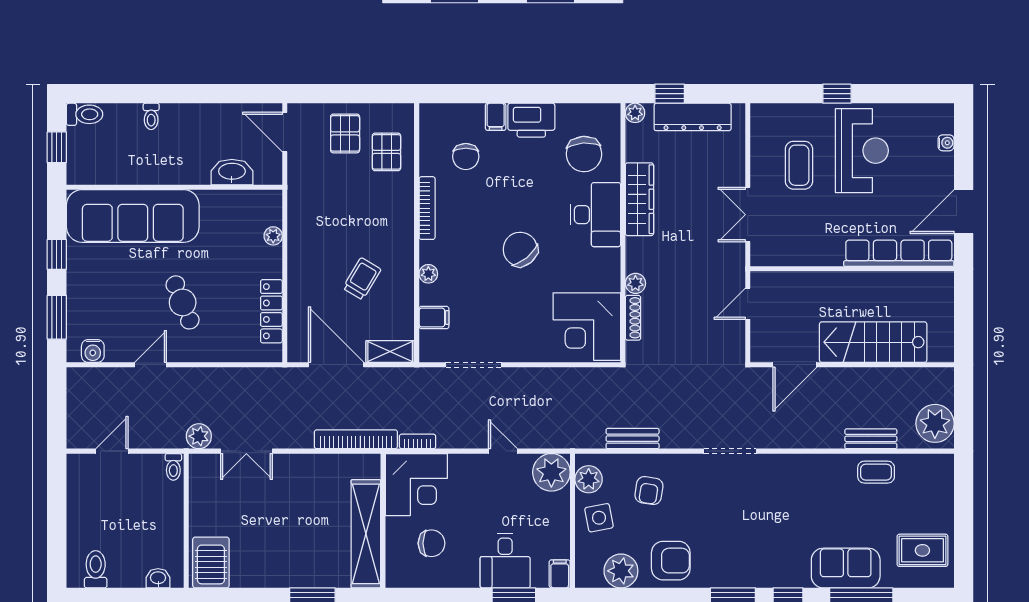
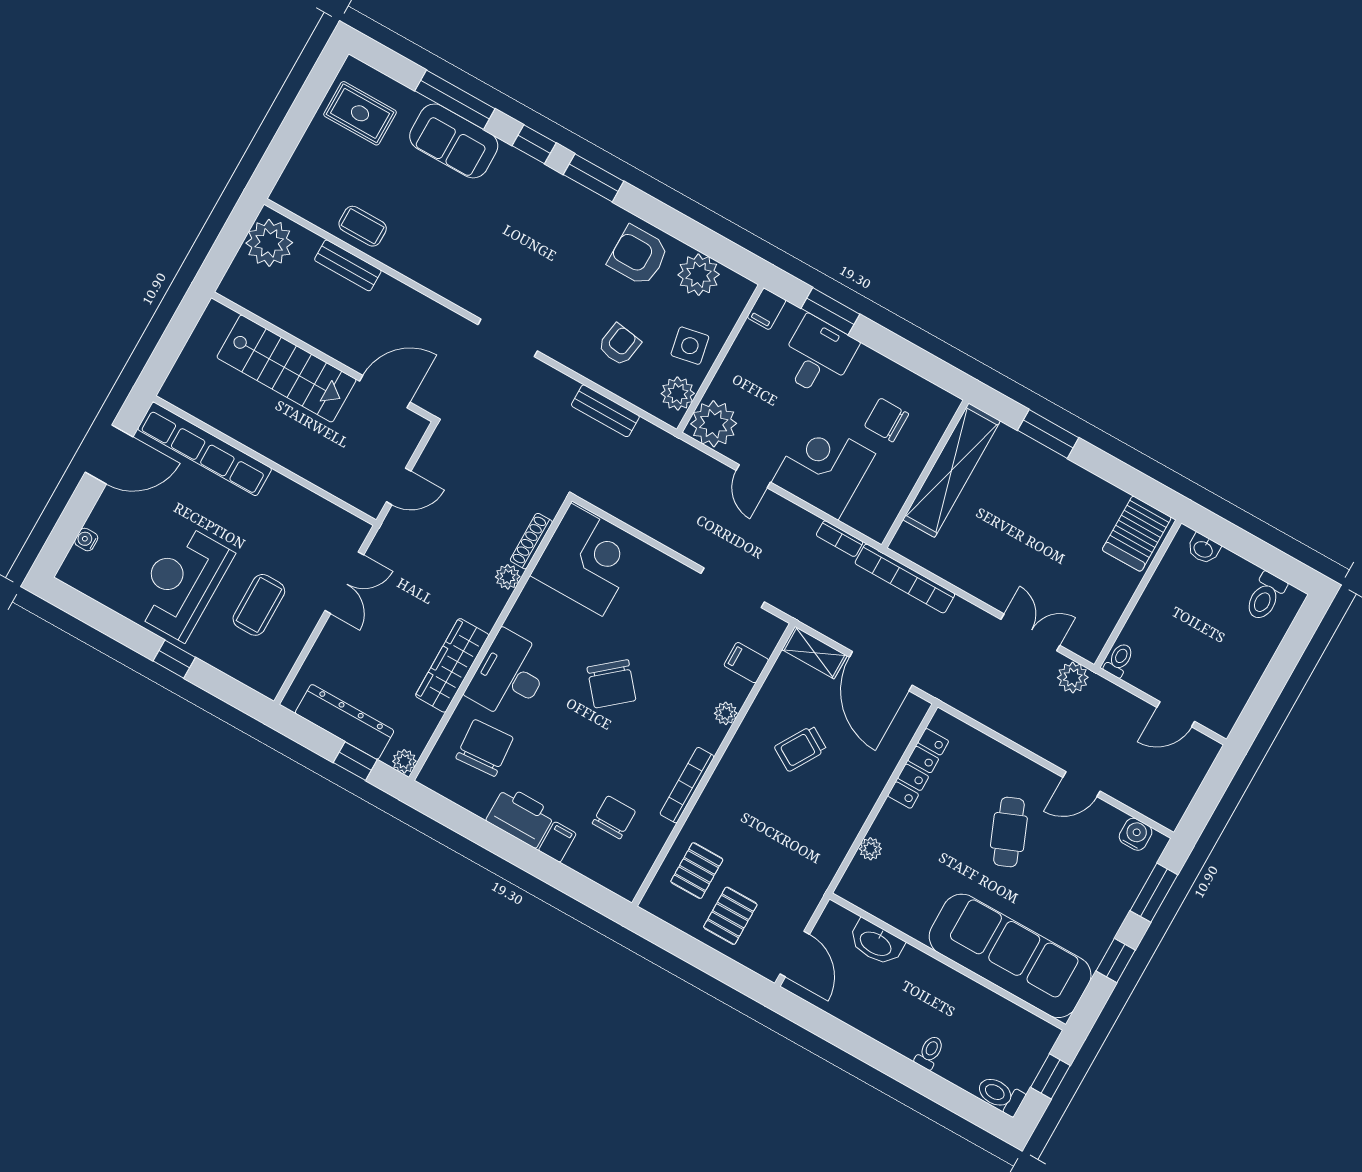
corner desk: (416, 485) -> (823, 468), moved

